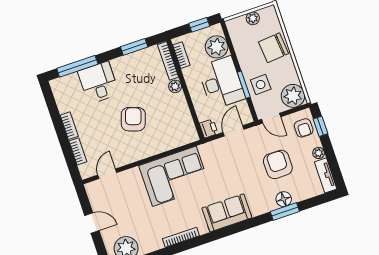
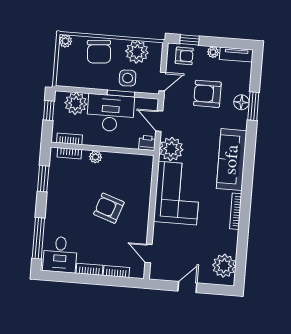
plant: (253, 18) -> (65, 41), moved
bookcase: (168, 61) -> (69, 153), width x0.64
desk: (98, 83) -> (60, 254), moved, turned -90
plant: (293, 96) -> (137, 52), moved
plant: (213, 153) -> (171, 149), added
sofa: (227, 213) -> (232, 160), width x1.36

